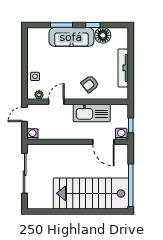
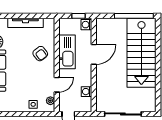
door: (56, 102) -> (57, 85), swing flipped
washing machine: (32, 134) -> (87, 92), moved
door: (103, 142) -> (94, 54), moved

